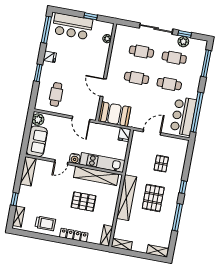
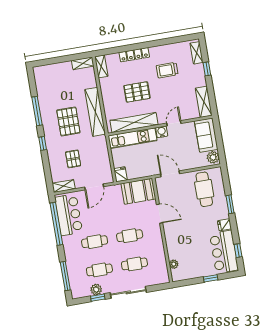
window: (91, 16) -> (211, 278), moved
bar counter: (72, 26) -> (224, 252), moved, turned -90
window: (46, 30) -> (238, 251), width x0.46
cafe table: (56, 94) -> (204, 189), width x1.37, depth x1.35
trolley: (45, 223) -> (167, 70), moved
shelving: (157, 251) -> (64, 186), moved

